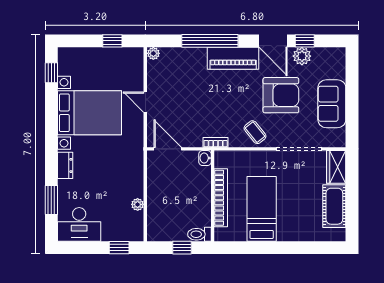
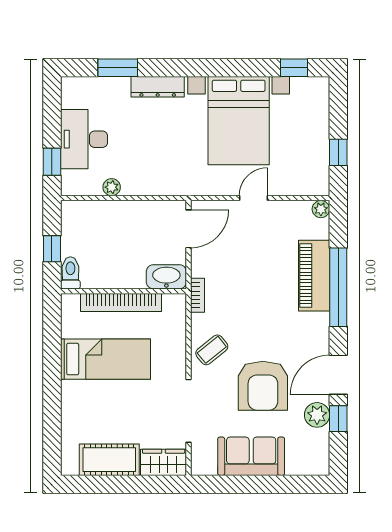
piano: (233, 58) -> (314, 276), moved
washbasin: (205, 158) -> (166, 277), width x1.91, depth x1.45
dresser: (65, 165) -> (158, 87), width x1.44
desk: (79, 224) -> (84, 139), moved

